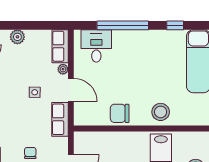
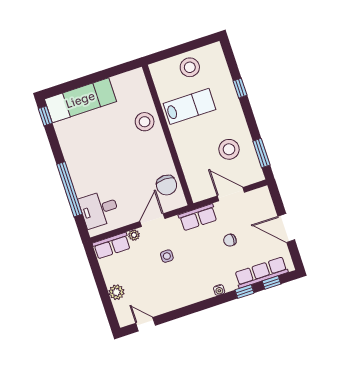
window: (175, 25) -> (45, 116), moved
chair: (120, 113) -> (167, 185), moved
row of seats: (60, 119) -> (198, 217), moved

